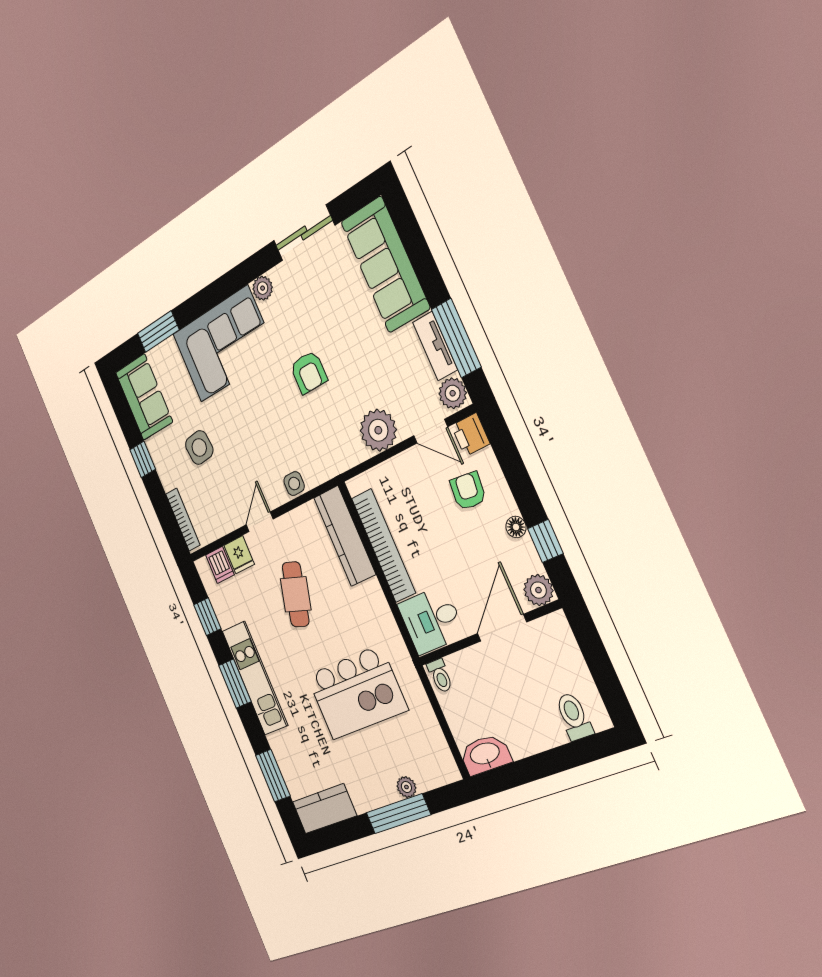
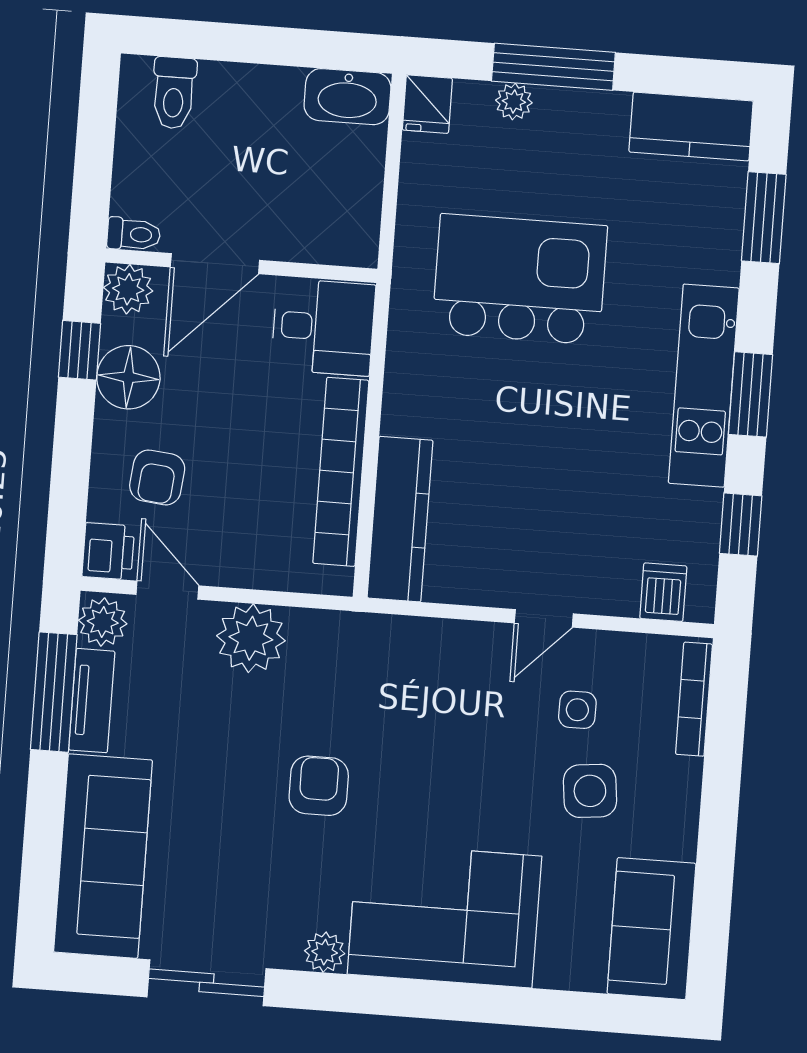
window: (158, 332) -> (558, 1009), removed
window: (143, 459) -> (717, 835), removed
side table: (294, 484) -> (577, 710), moved
floor lamp: (516, 527) -> (128, 377), width x1.89, depth x1.89
fridge: (239, 555) -> (427, 104), moved, turned 180
cafe table: (296, 594) -> (543, 477), removed
toilet: (440, 676) -> (134, 234), moved, turned 90

